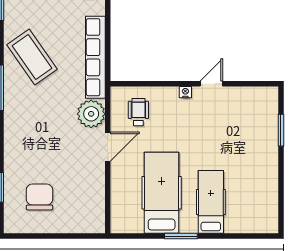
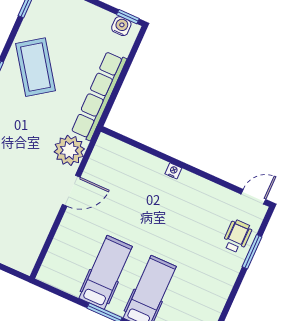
door: (211, 84) -> (253, 197), moved
wheelchair: (138, 112) -> (237, 236), moved
hospital bed: (162, 193) -> (106, 272), width x0.73, depth x0.78

